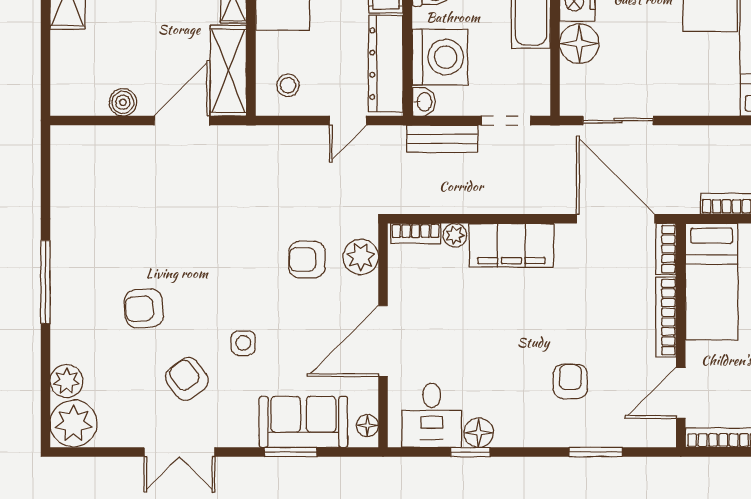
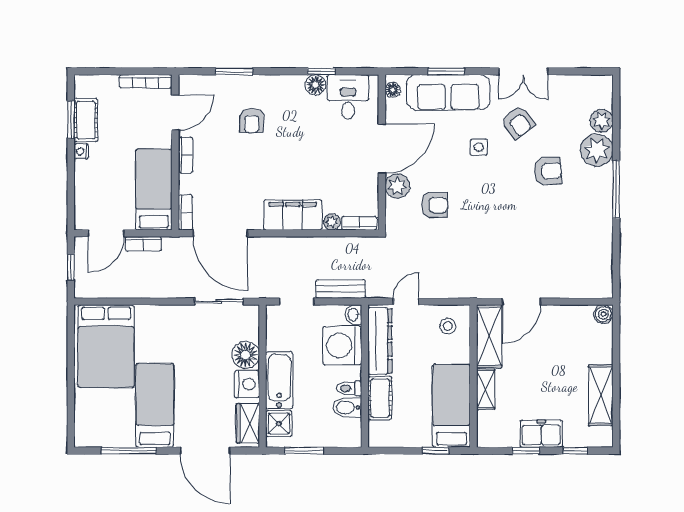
boiler: (123, 102) -> (603, 314), moved
plant: (361, 257) -> (397, 186), moved
bookcase: (666, 317) -> (186, 155), width x0.64
sofa: (303, 422) -> (448, 92), width x1.36
plant: (73, 423) -> (597, 150), moved
double door: (179, 452) -> (523, 71), swing flipped

